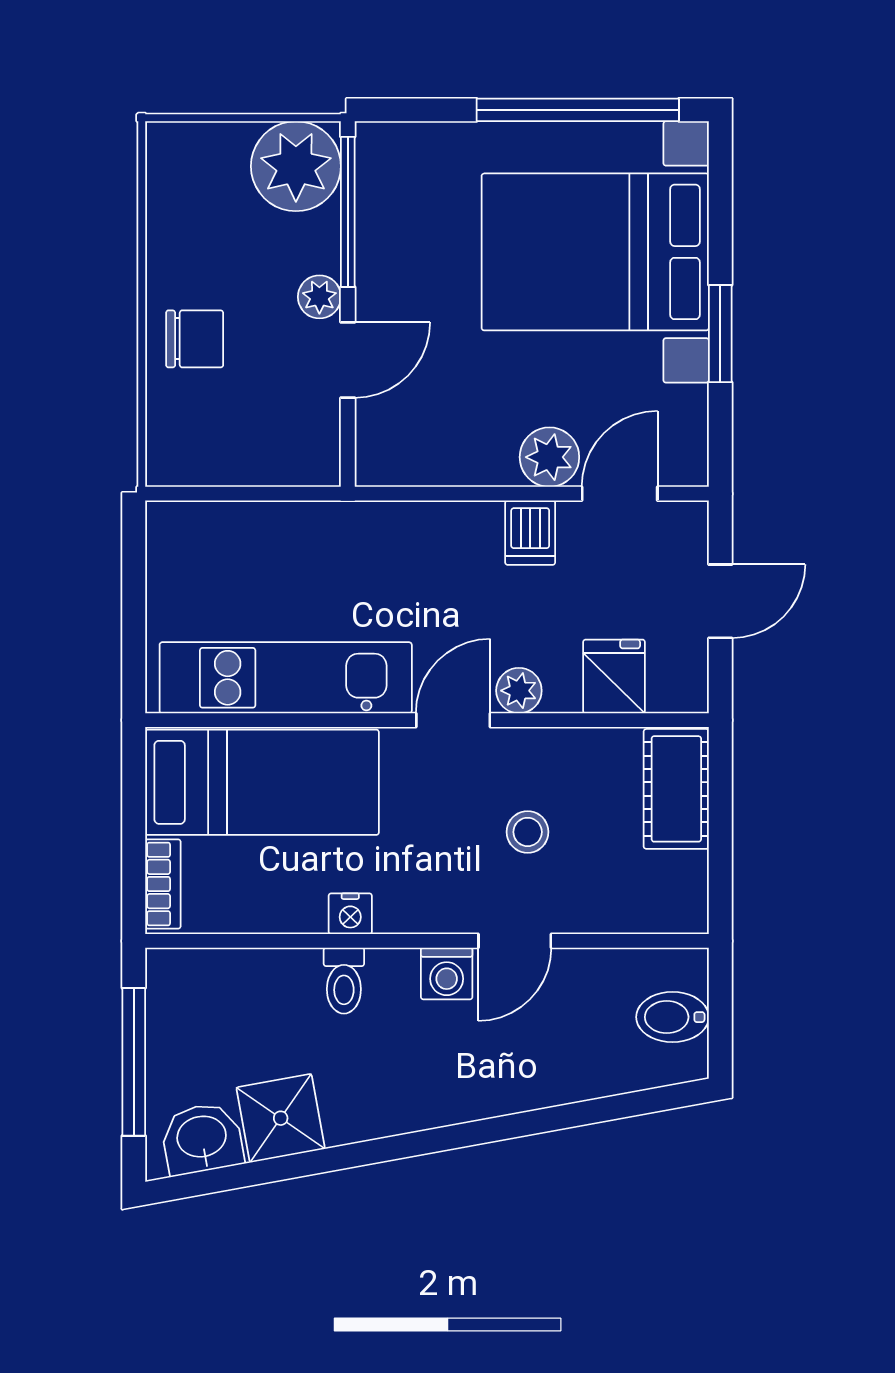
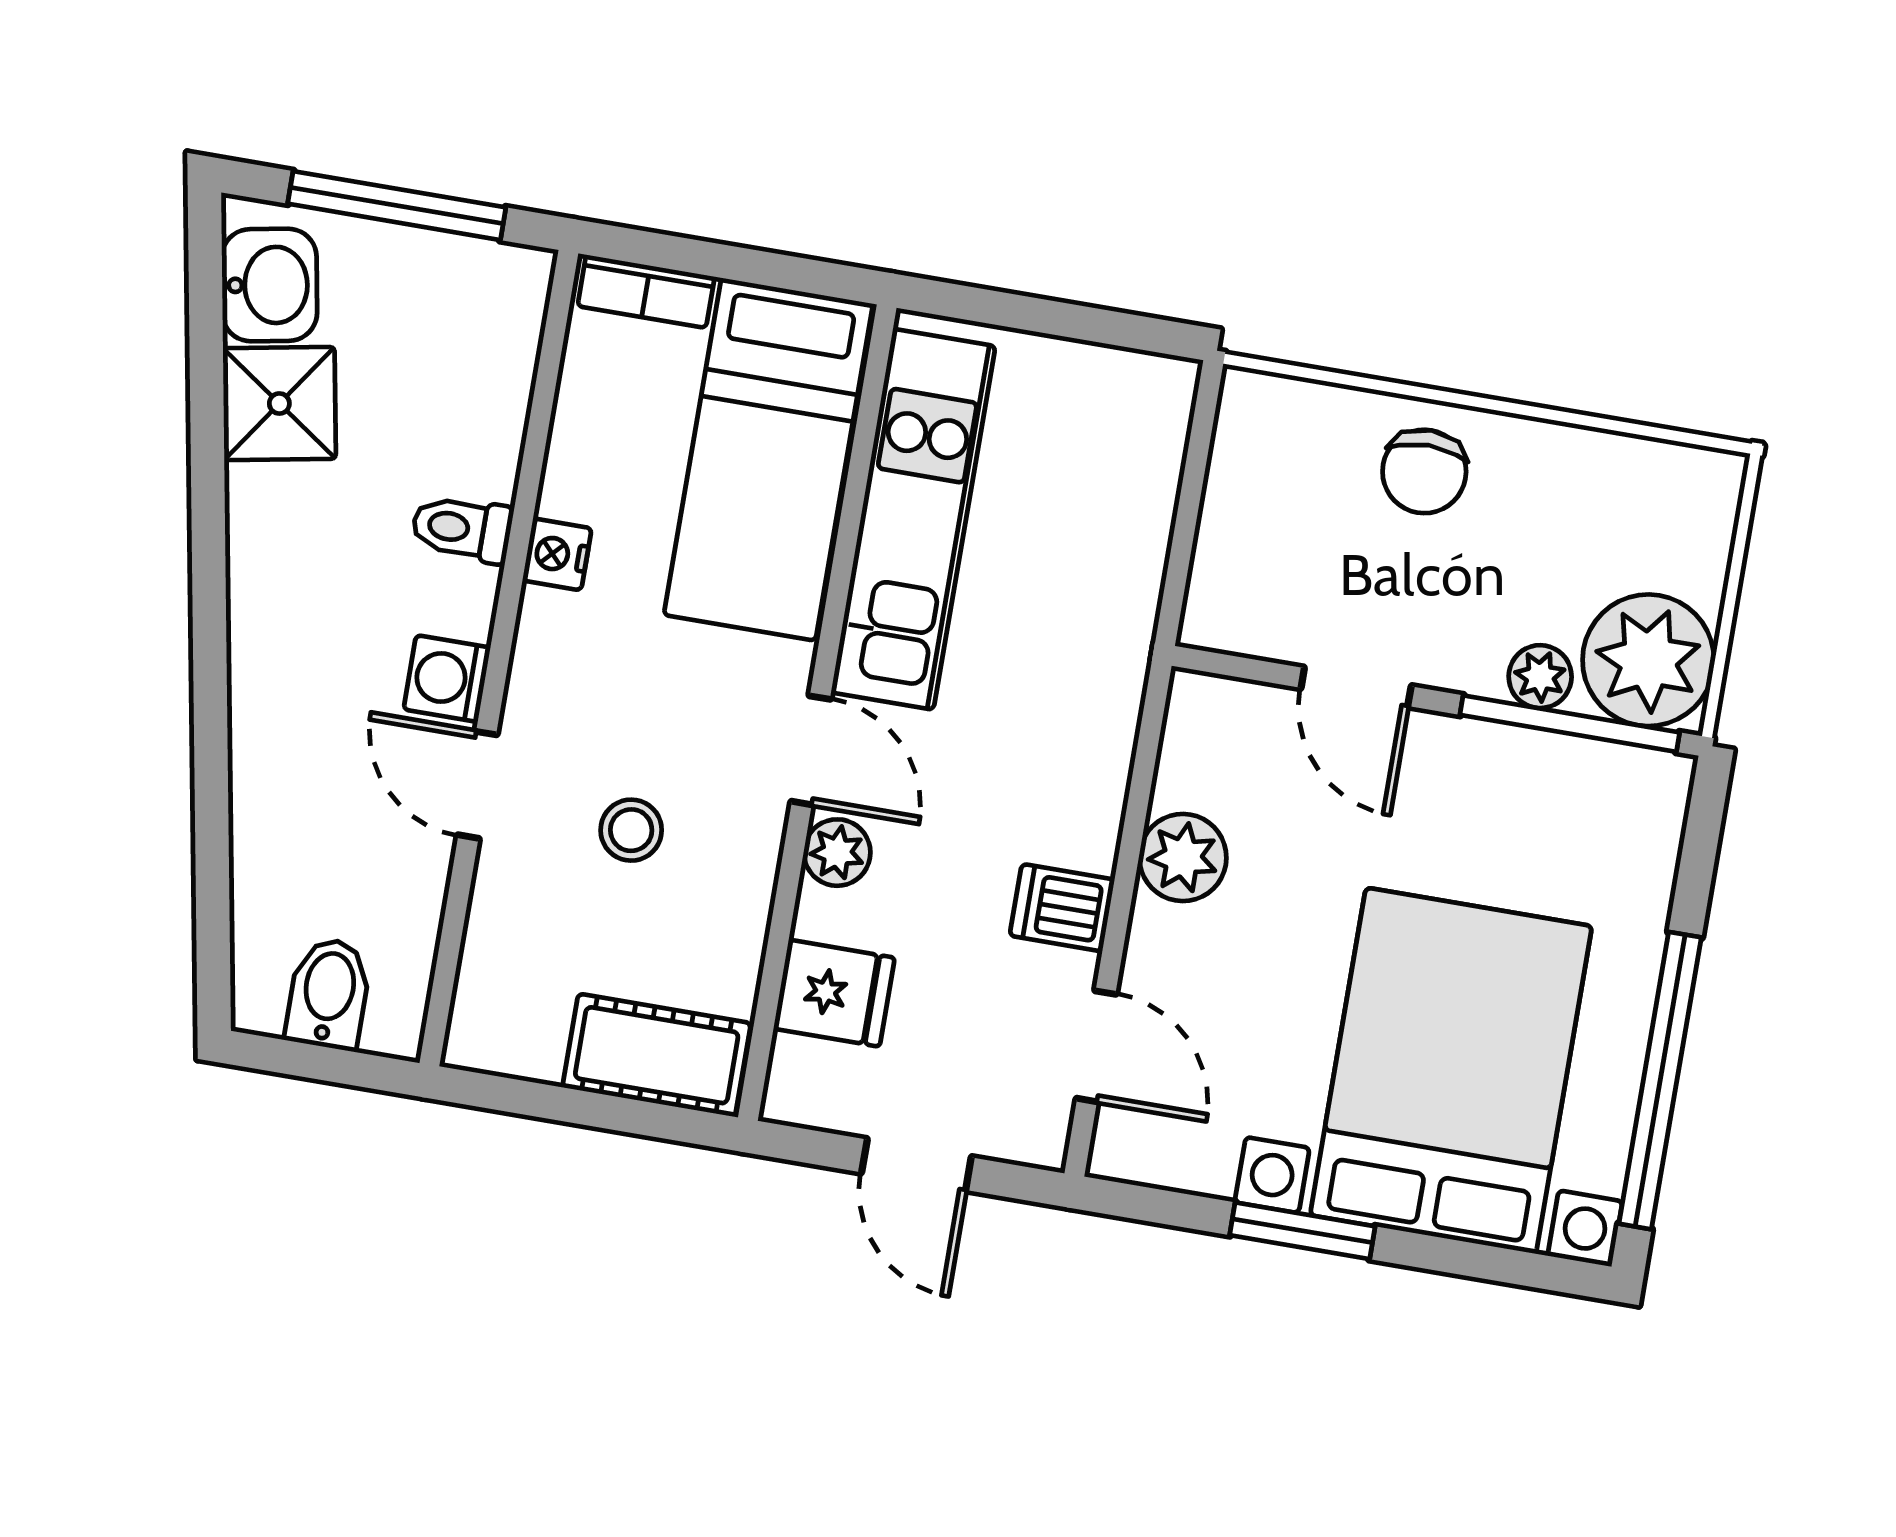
plant: (319, 297) -> (1540, 677), moved
plant: (549, 457) -> (1183, 857), moved

